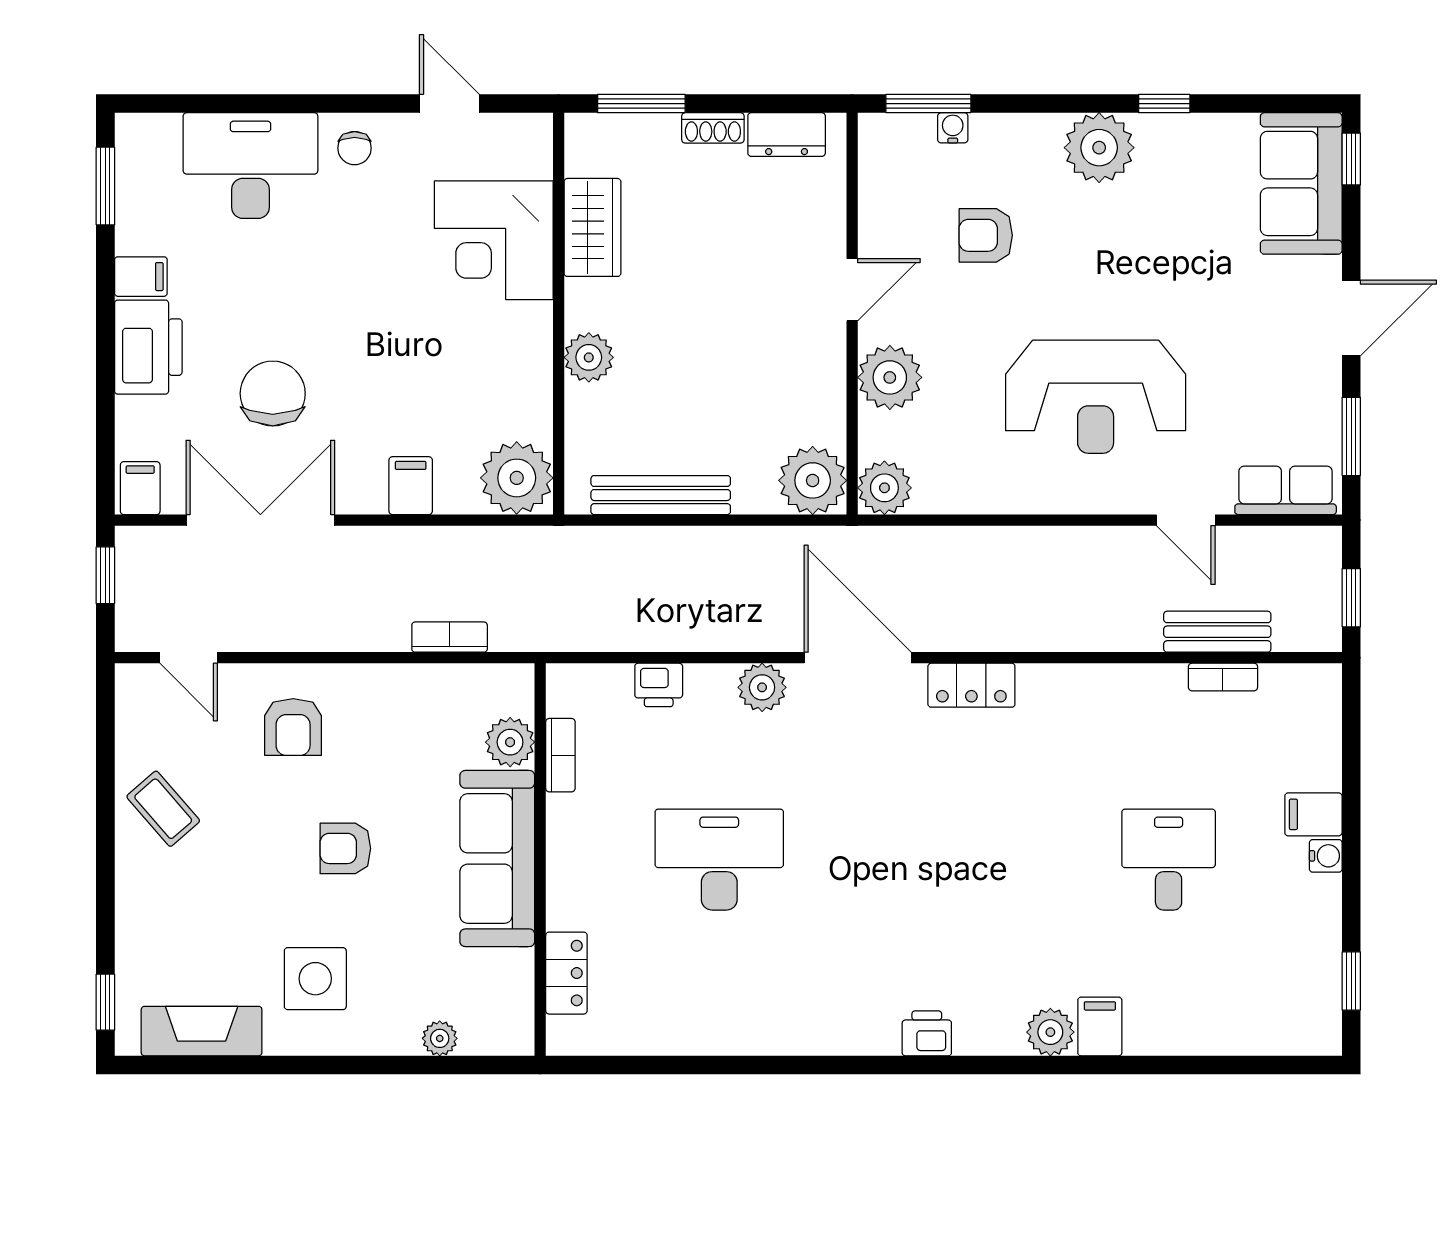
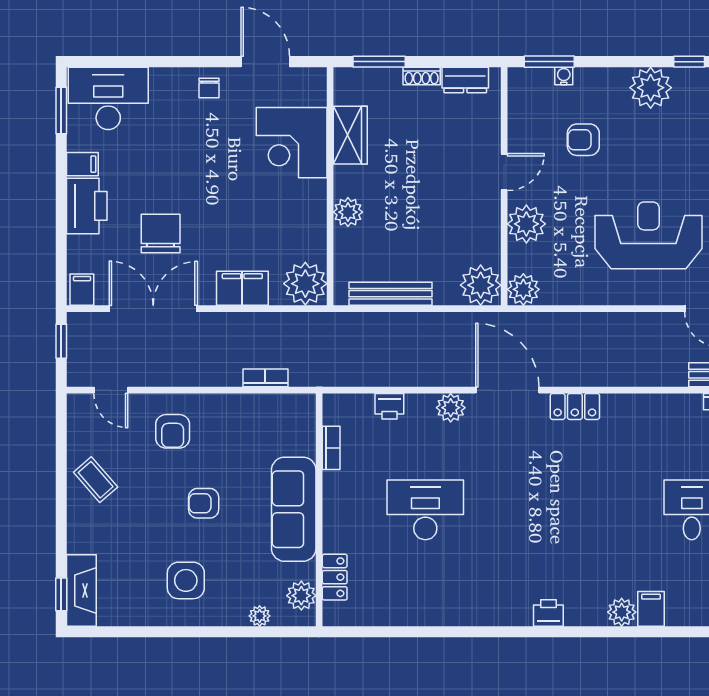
door: (449, 104) -> (265, 62), width x1.38
desk: (250, 166) -> (108, 98), moved
reception desk: (1096, 397) -> (648, 235), turned 180
filing cabinet: (411, 486) -> (242, 288), width x2.00
plant: (510, 742) -> (301, 596), moved
fireplace: (202, 1031) -> (81, 590), moved, turned 90

